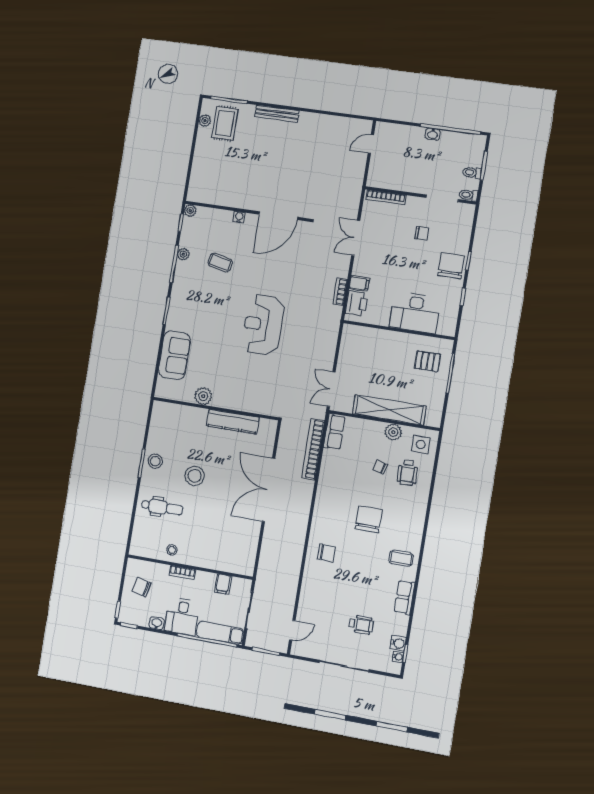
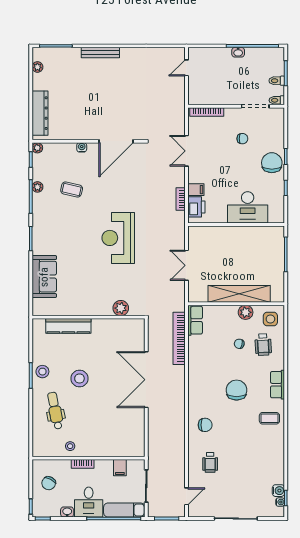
rug: (225, 123) -> (55, 67), removed
dresser: (199, 172) -> (40, 113), added
pallet: (428, 361) -> (265, 247), removed
double door: (331, 389) -> (186, 265), moved
plant: (203, 396) -> (121, 308), moved
kitchen counter: (233, 422) -> (68, 326), moved
dental chair: (162, 507) -> (55, 411), turned -101
chair: (142, 587) -> (49, 483), turned -74
row of seats: (404, 597) -> (278, 385), moved
wheelchair: (361, 625) -> (210, 462), moved, turned 90

